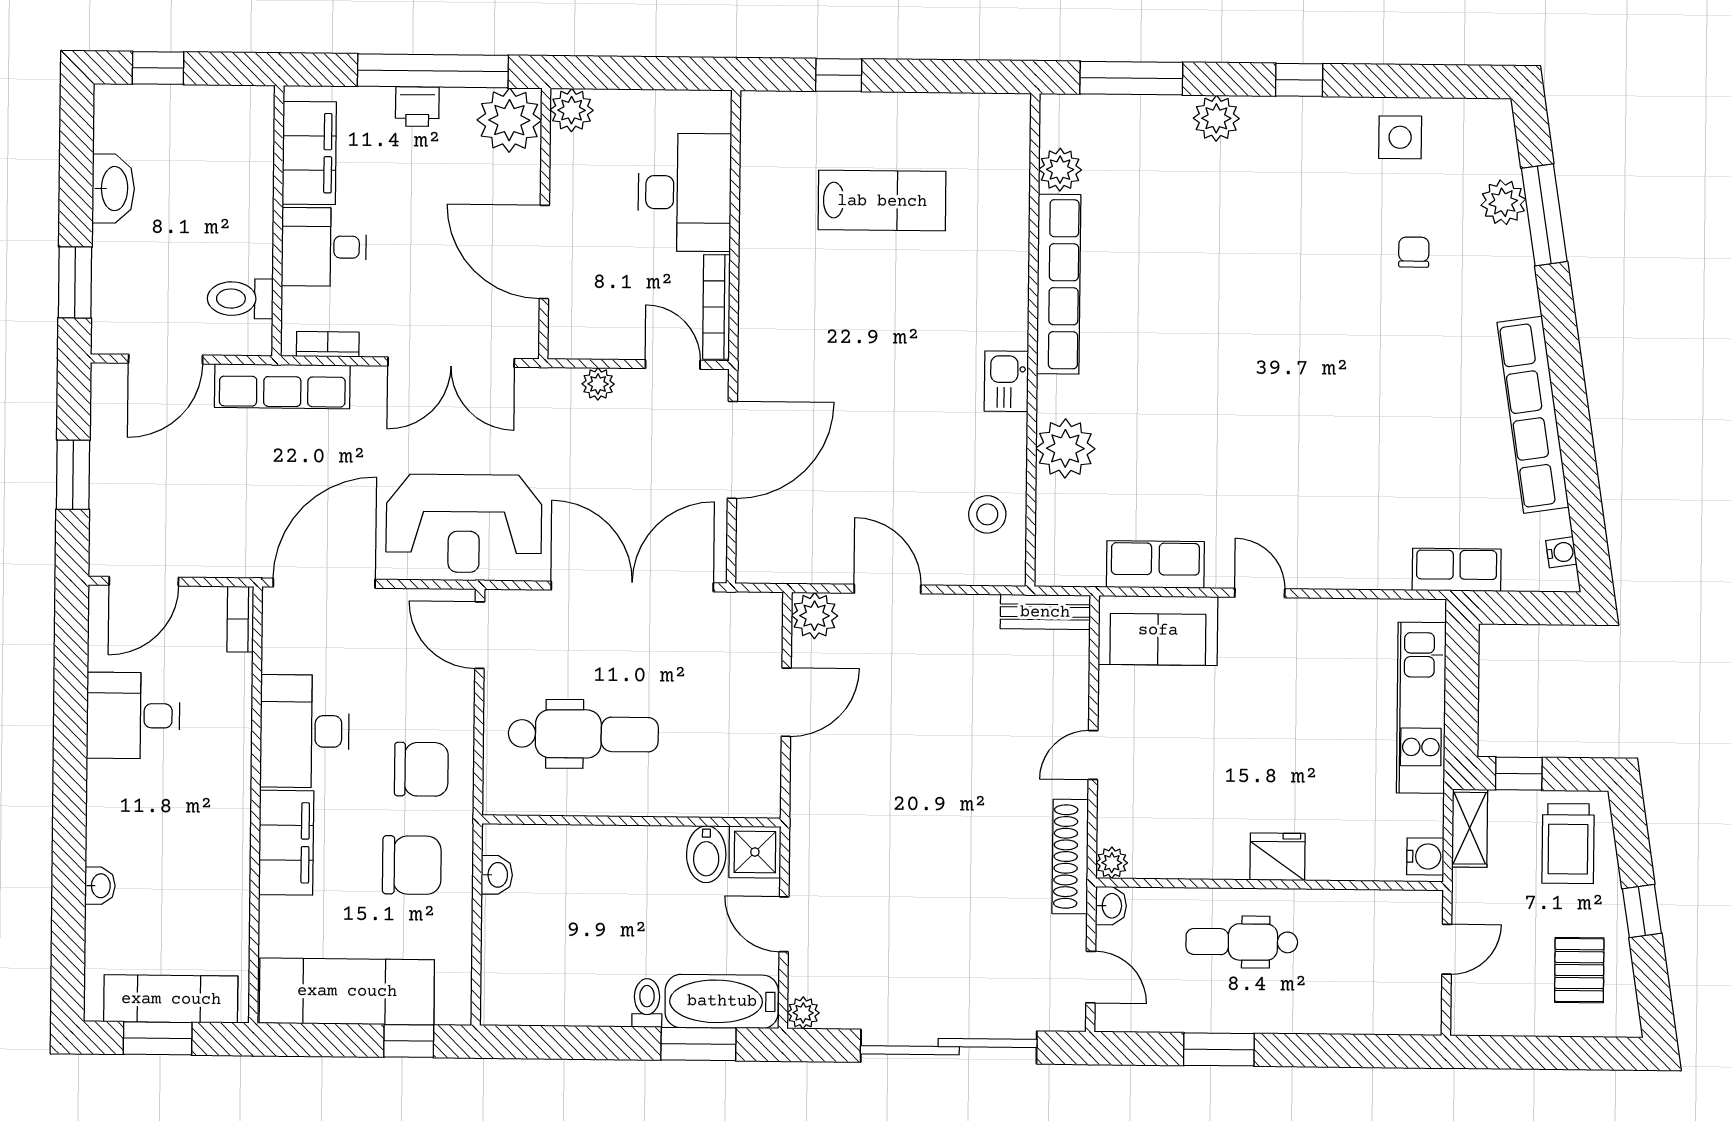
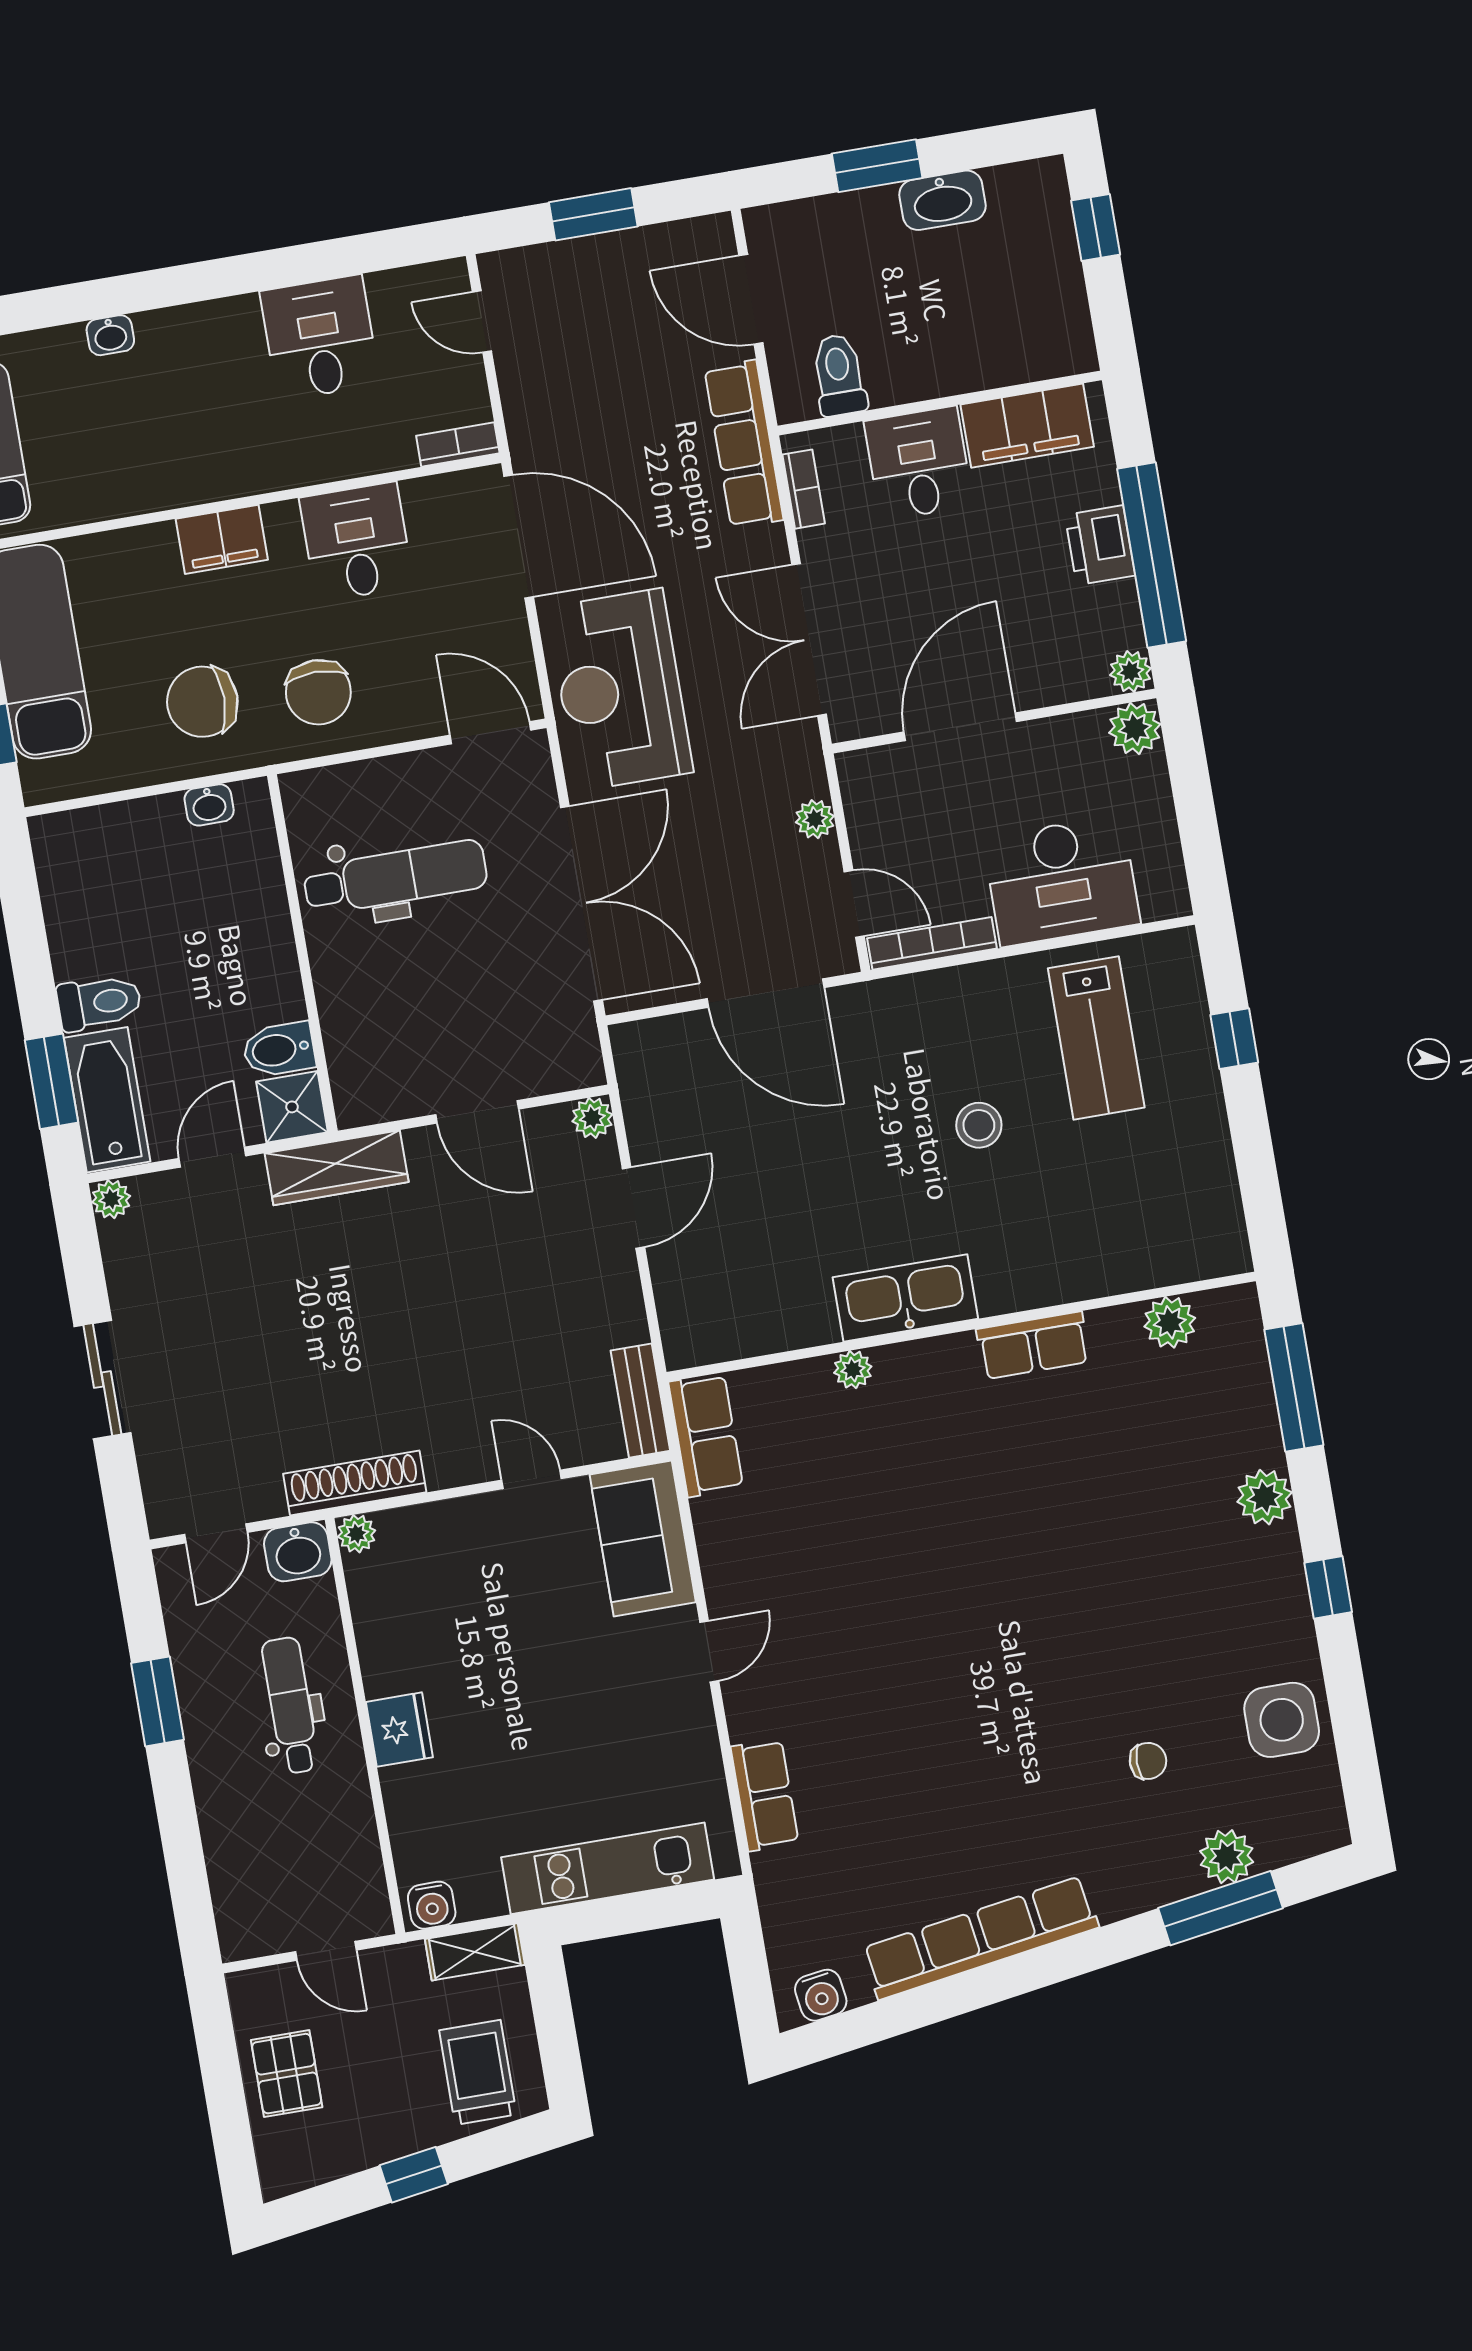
printer: (417, 107) -> (1100, 545), width x1.36, depth x1.24
plant: (509, 120) -> (1131, 672), width x0.53, depth x0.53
side table: (1400, 137) -> (1282, 1720), width x1.37, depth x1.37
lab bench: (882, 201) -> (1096, 1038), moved
window: (75, 282) -> (877, 166), moved
row of seats: (1059, 284) -> (1033, 1345), width x0.50
door: (673, 364) -> (854, 904), hinge flipped
kitchen sink: (1006, 381) -> (905, 1298), width x1.88, depth x1.24
plant: (1065, 448) -> (853, 1370), width x0.53, depth x0.53
stool: (987, 514) -> (979, 1125), moved
water cooler: (1561, 552) -> (821, 1995), width x1.38, depth x1.38
row of seats: (1155, 565) -> (706, 1435), moved
row of seats: (1457, 570) -> (765, 1795), moved
door: (144, 581) -> (482, 322), width x0.73
plant: (815, 616) -> (592, 1118), width x0.73, depth x0.73
door: (480, 635) -> (491, 733), hinge flipped
desk: (305, 731) -> (357, 542), width x0.73
dental chair: (583, 734) -> (395, 877), turned -90
door: (1093, 755) -> (532, 1479), moved
window: (1519, 774) -> (550, 1999), removed
wardrobe: (811, 825) -> (337, 1168), added
filing cabinet: (286, 843) -> (222, 539), width x0.67, depth x0.86
trolley: (1568, 844) -> (478, 2072), turned 90
chair: (412, 865) -> (202, 702), turned 90
washbasin: (1111, 906) -> (298, 1552), width x1.38, depth x1.45
pallet: (1579, 970) -> (287, 2074), moved, turned 90
toilet: (647, 1003) -> (99, 1003), width x1.37, depth x1.39
sliding door: (949, 1047) -> (102, 1379), width x0.54

